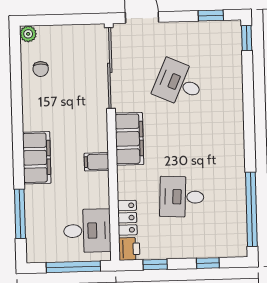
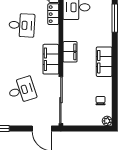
desk: (179, 83) -> (22, 90), turned -42
filing cabinet: (37, 158) -> (104, 62), moved
filing cabinet: (96, 162) -> (70, 52), width x2.00

